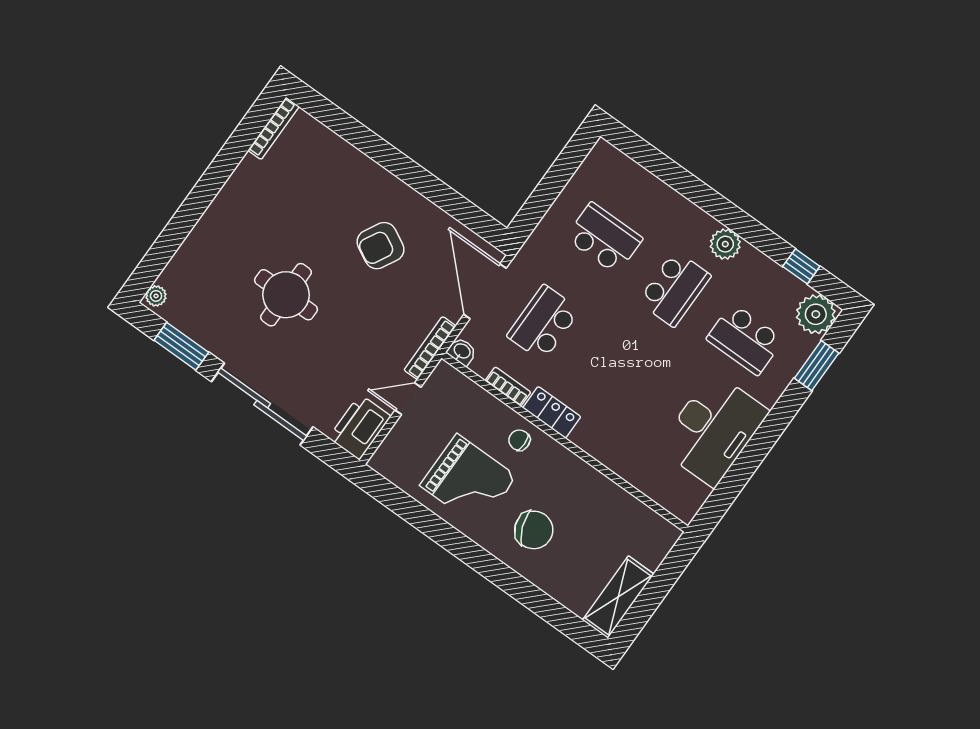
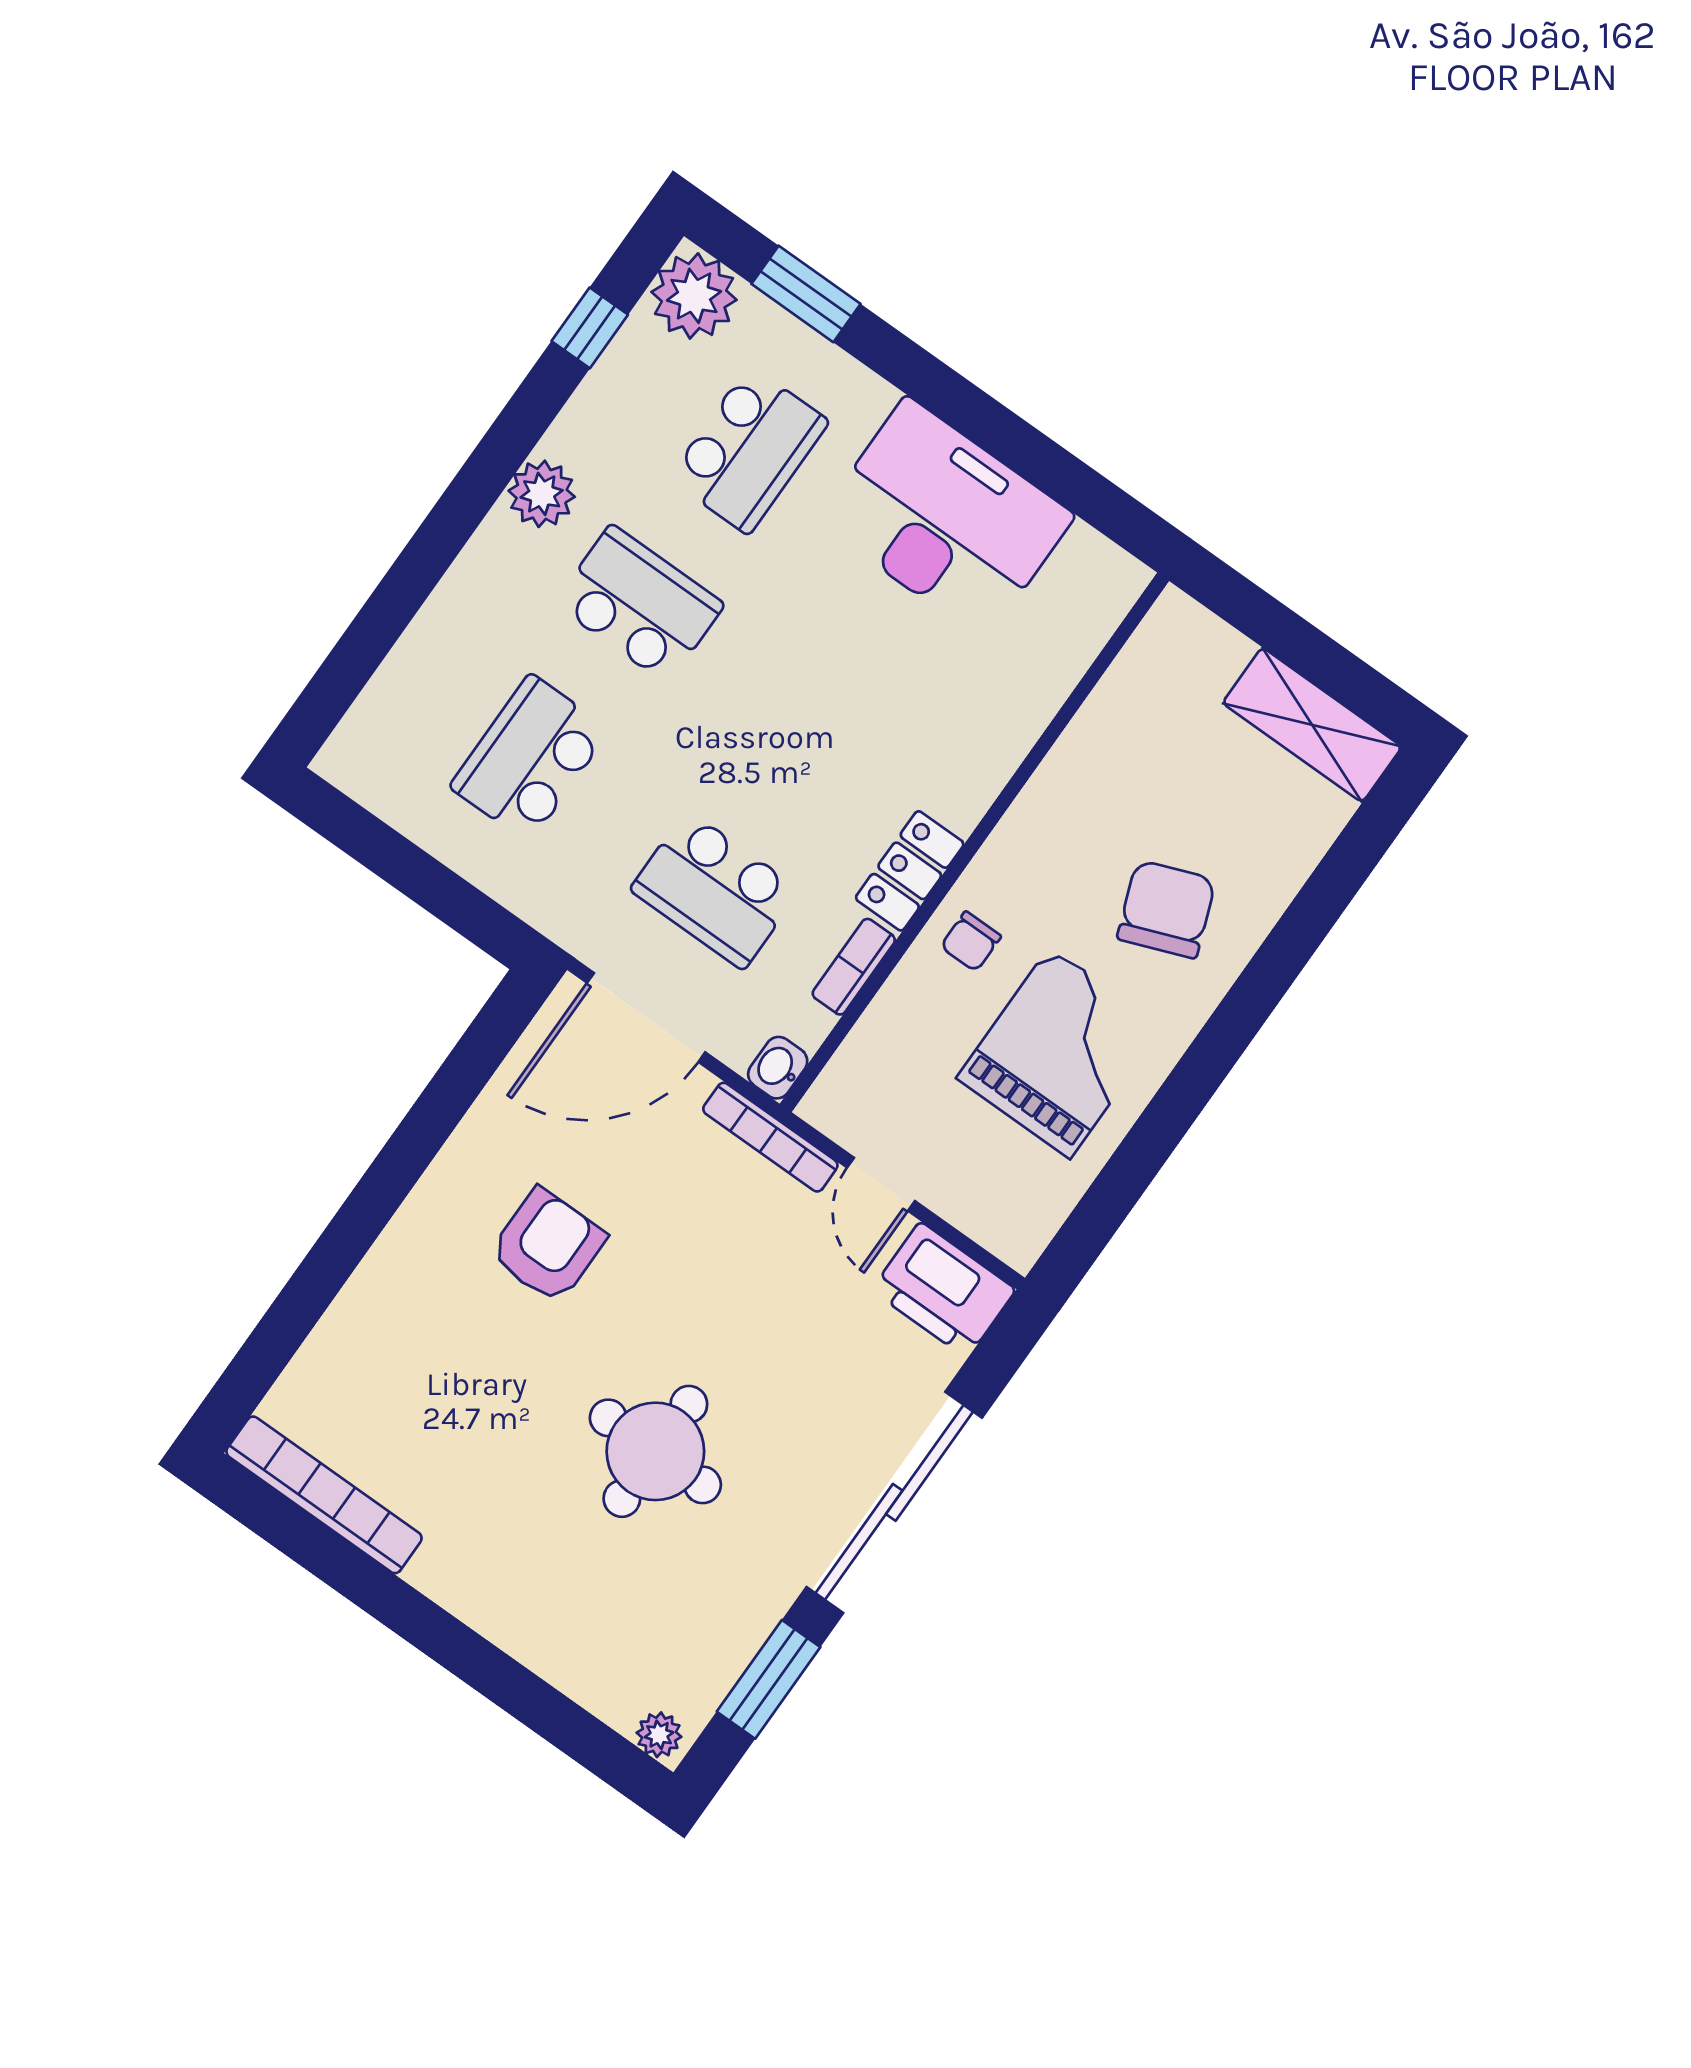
bookcase: (274, 128) -> (324, 1495), width x1.48, depth x1.31
armchair: (380, 246) -> (548, 1246), turned -118

